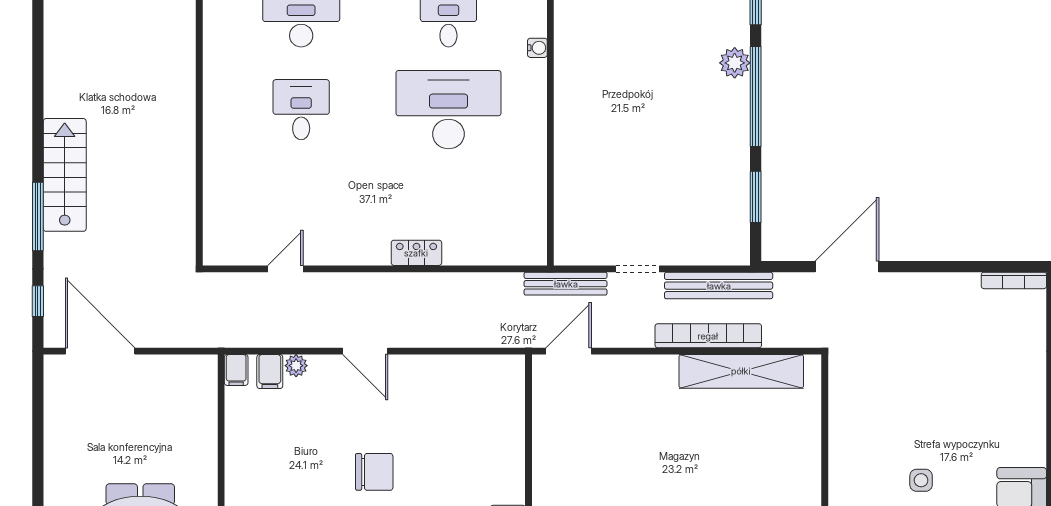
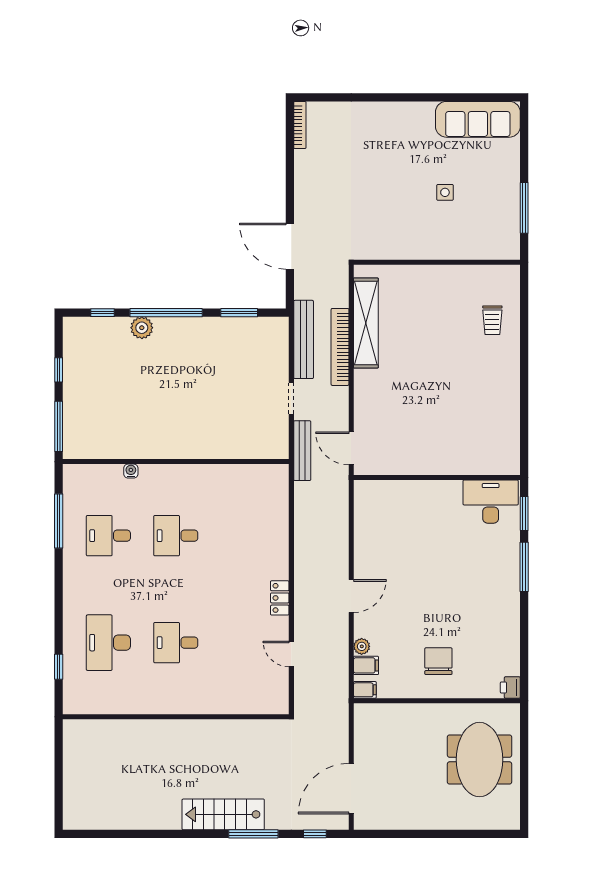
desk: (448, 110) -> (176, 536), width x0.53, depth x0.77
locker: (416, 253) -> (280, 598), moved
chair: (374, 472) -> (438, 661), moved

